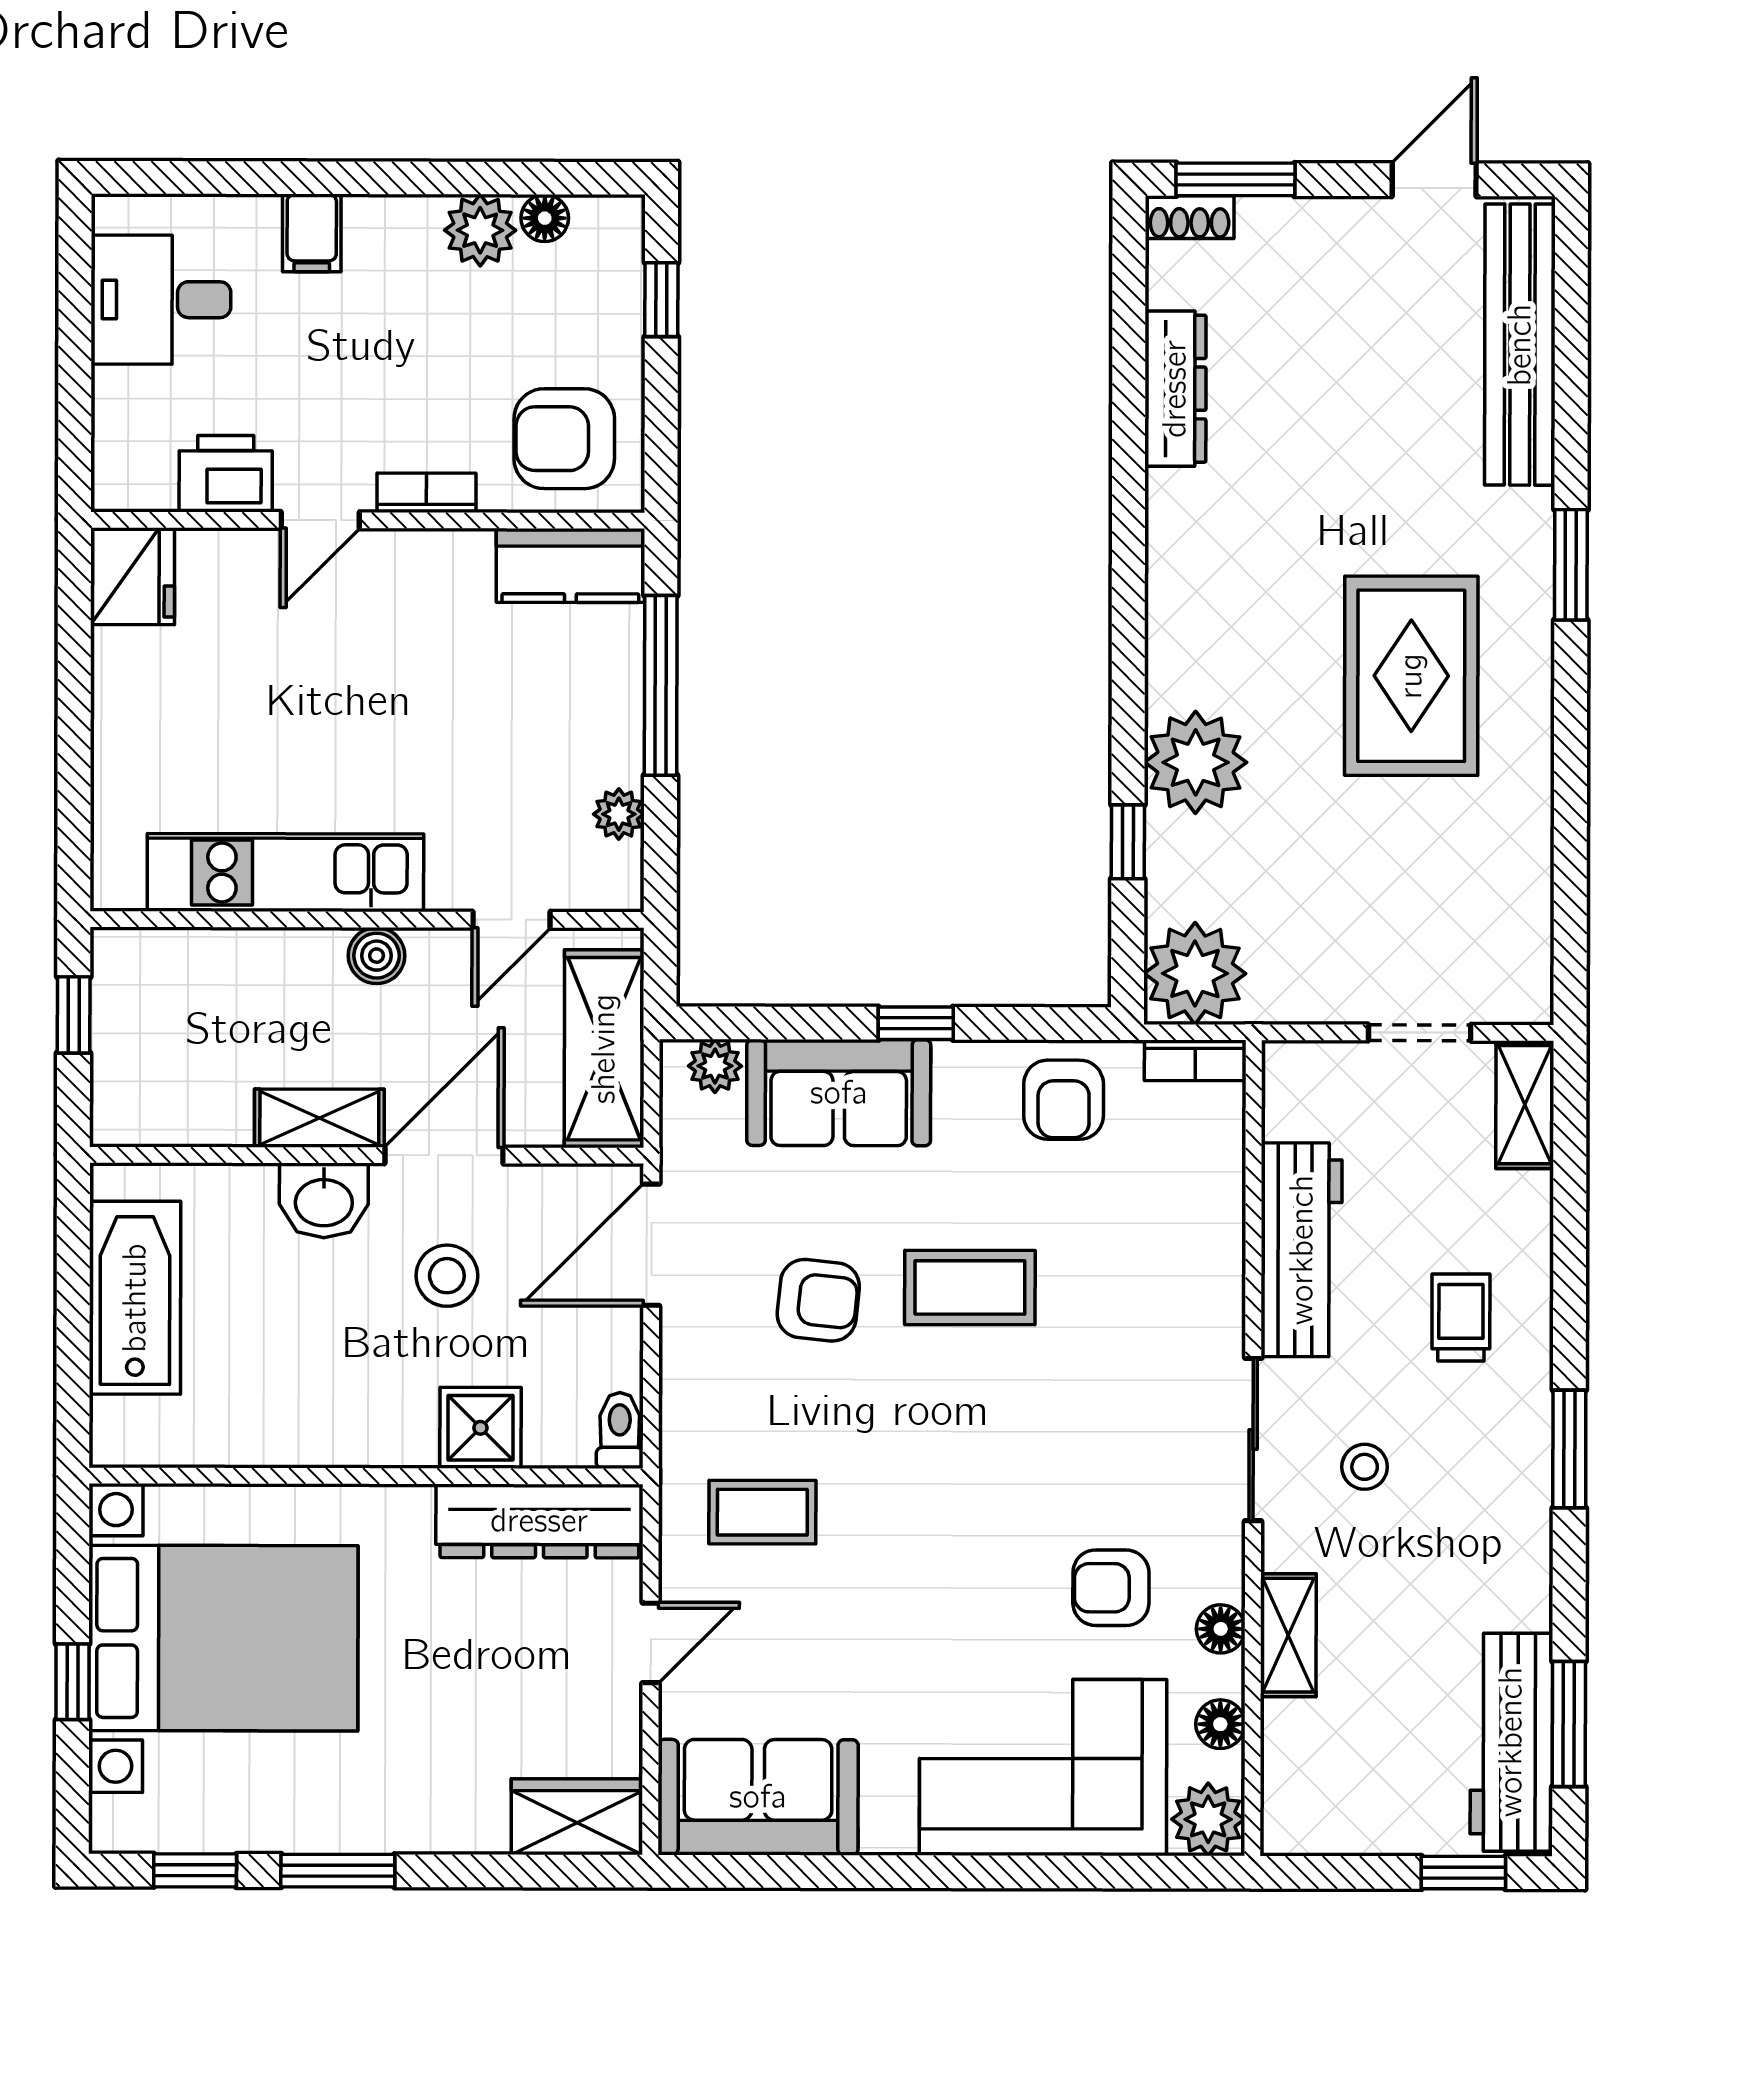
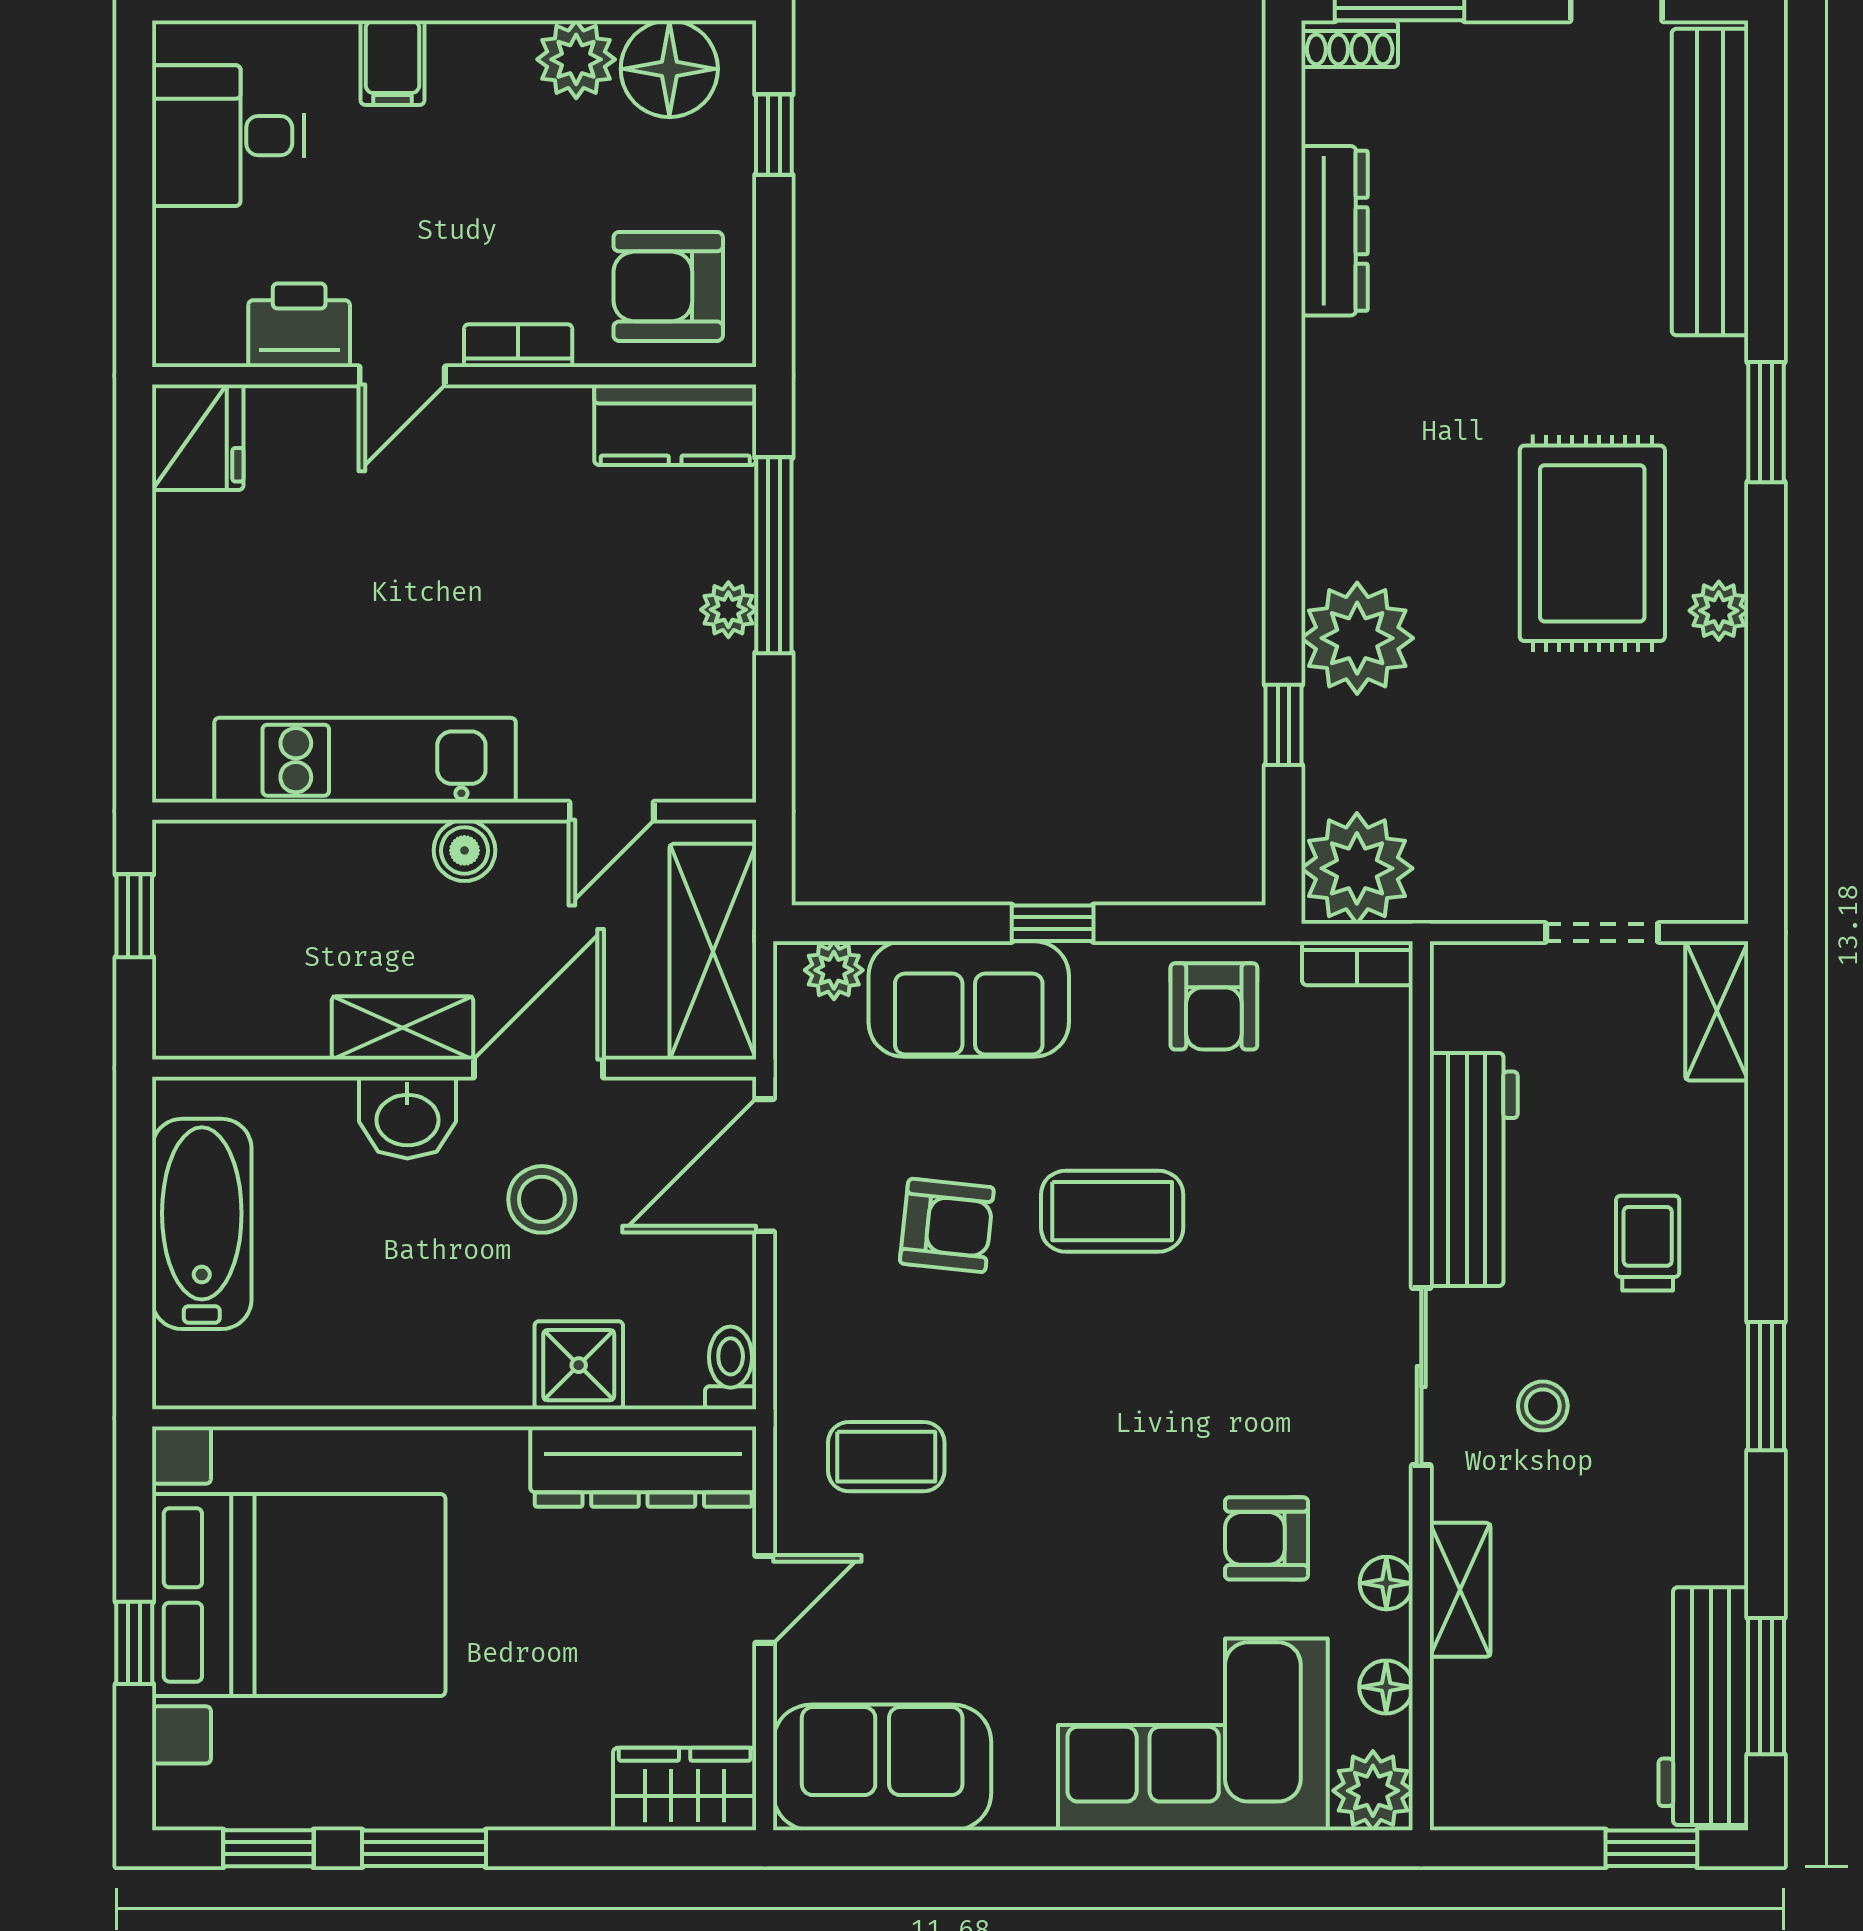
floor lamp: (545, 218) -> (669, 69), width x1.89, depth x1.89
plant: (1527, 738) -> (1719, 611), added
plant: (619, 814) -> (728, 610), moved

